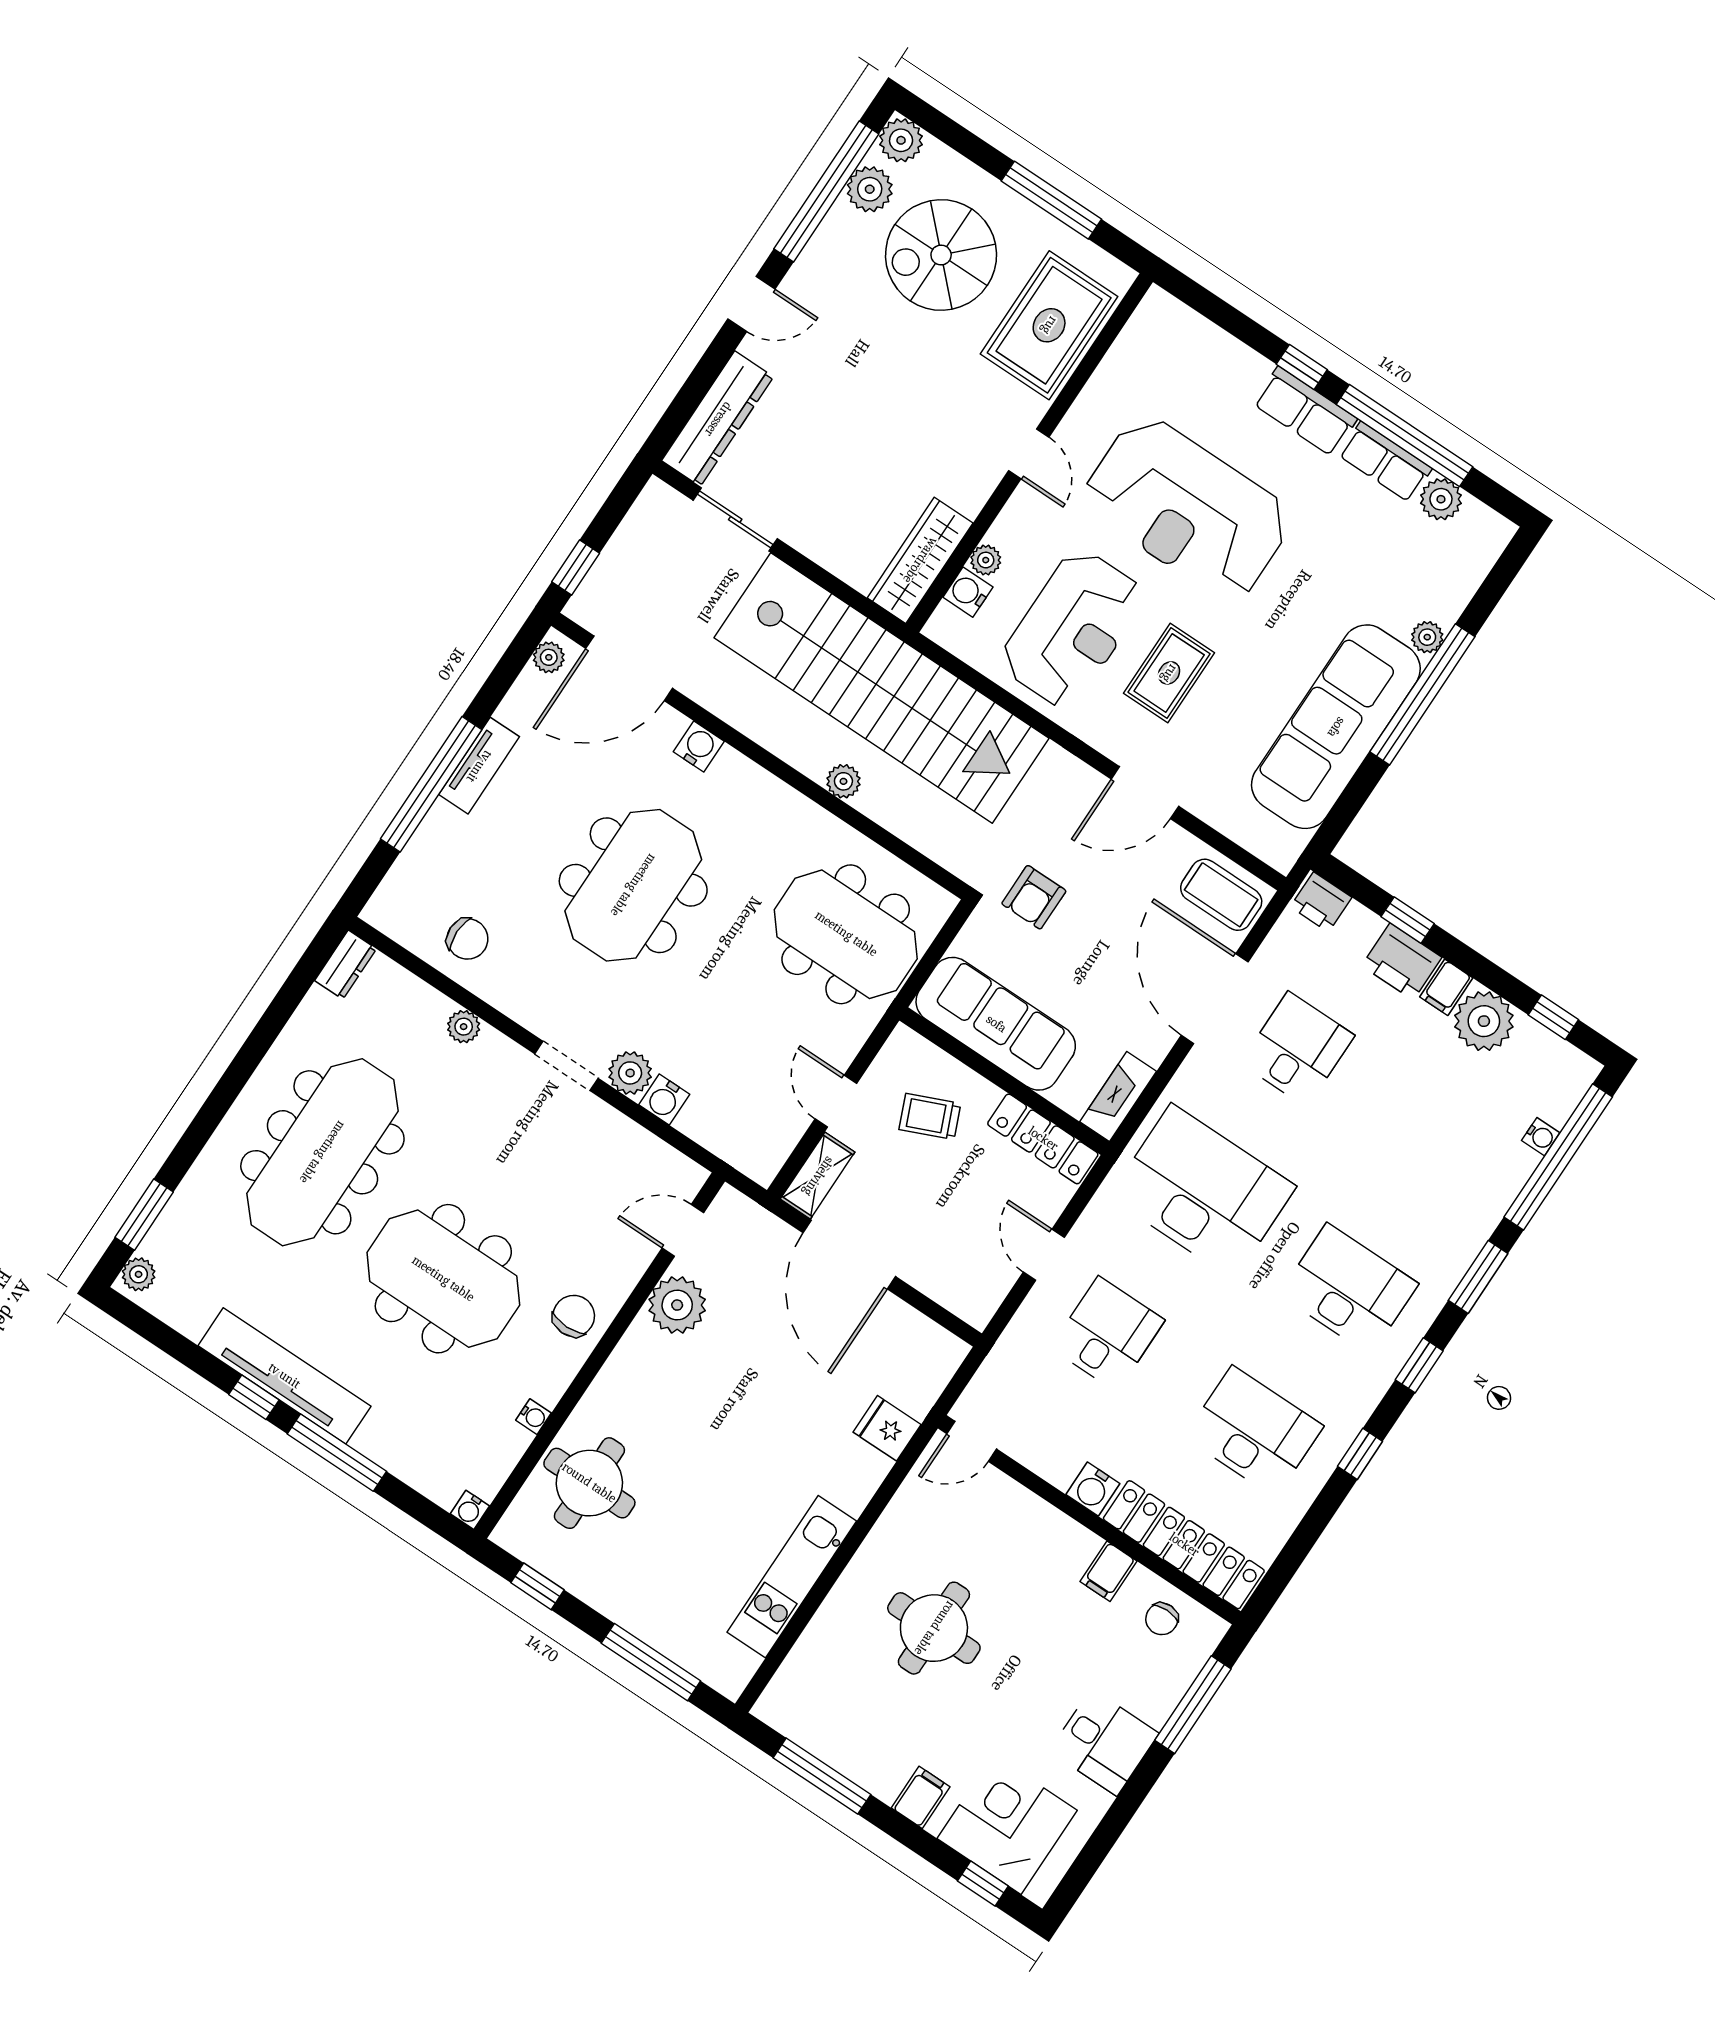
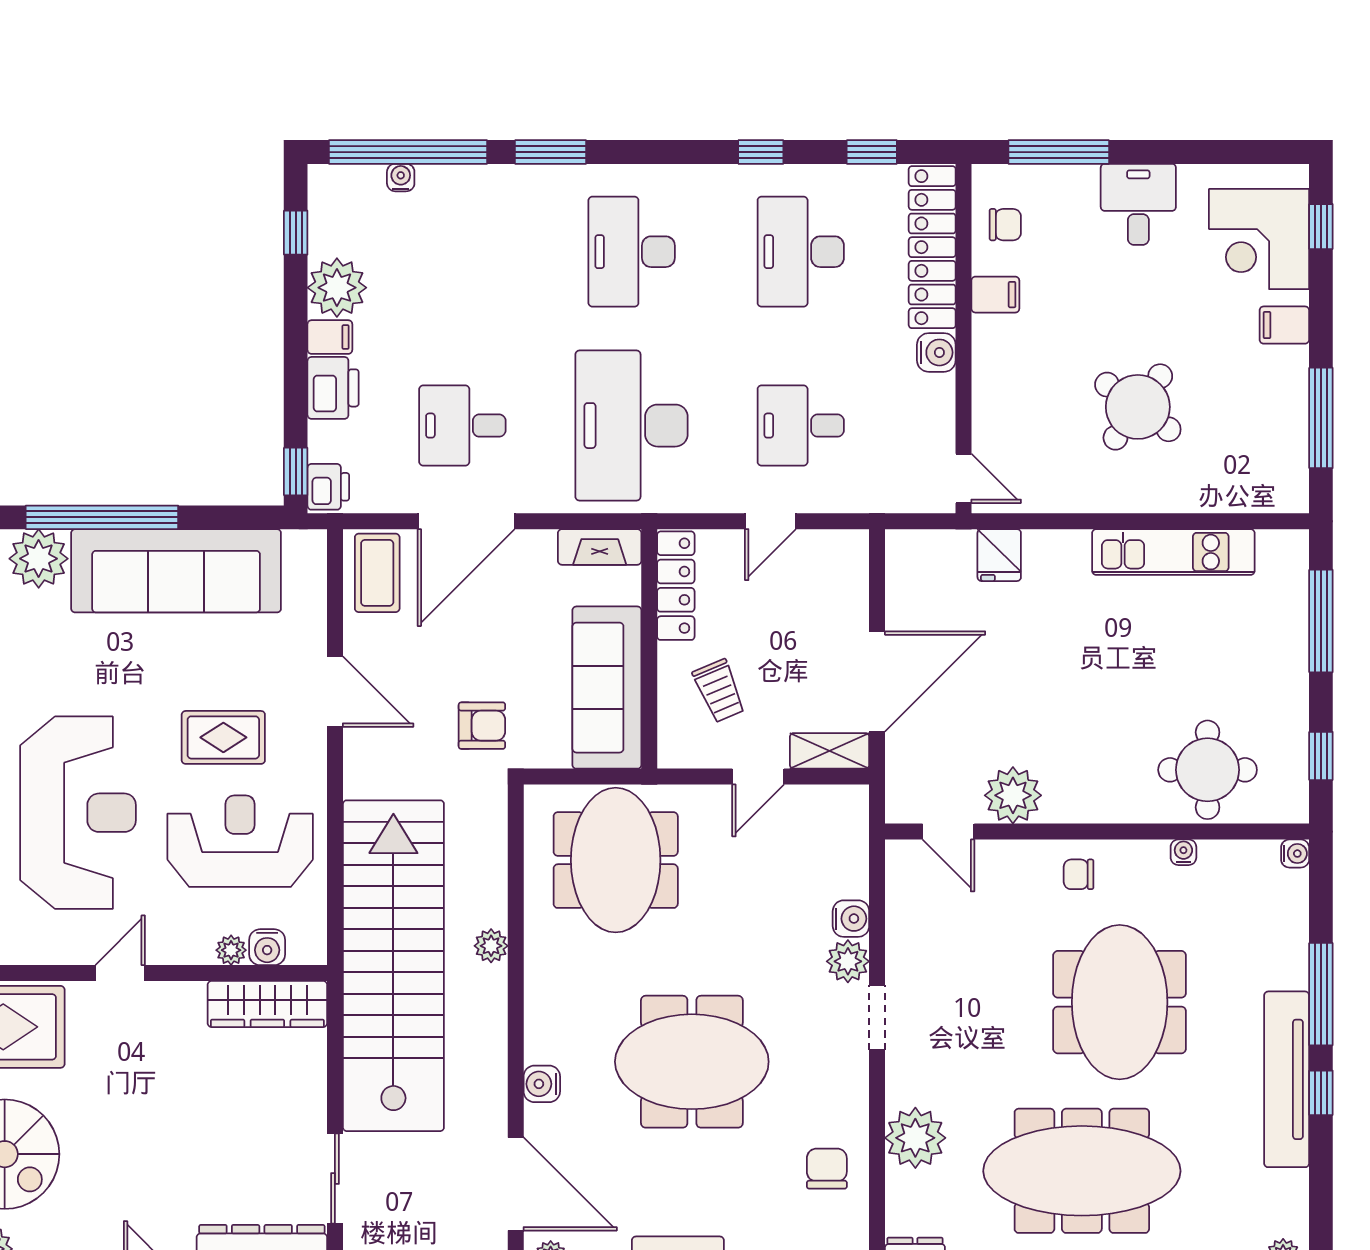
plant: (1427, 637) -> (39, 559), width x1.88, depth x1.88
window: (1408, 920) -> (296, 472), moved
plant: (464, 1027) -> (915, 1138), width x1.88, depth x1.88
chair: (574, 1316) -> (1079, 874), width x0.73, depth x0.73
window: (1419, 1365) -> (872, 152), moved
round table: (934, 1628) -> (1138, 407), turned 36

